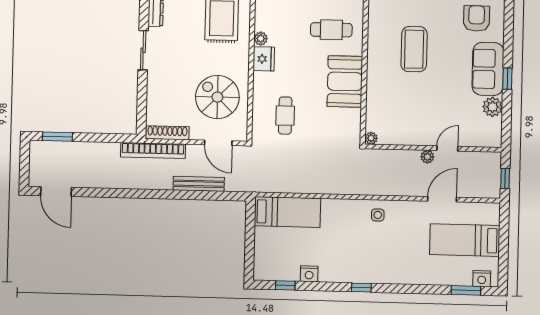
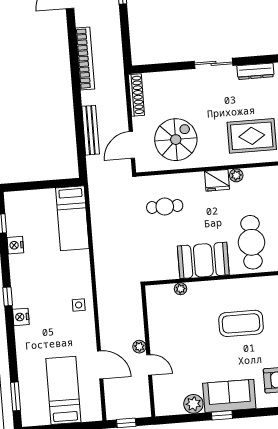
cafe table: (331, 30) -> (252, 242), width x1.37, depth x1.35
plant: (371, 138) -> (181, 289), moved
bookcase: (153, 151) -> (85, 58), moved, turned 180
nightstand: (482, 279) -> (21, 317), moved

